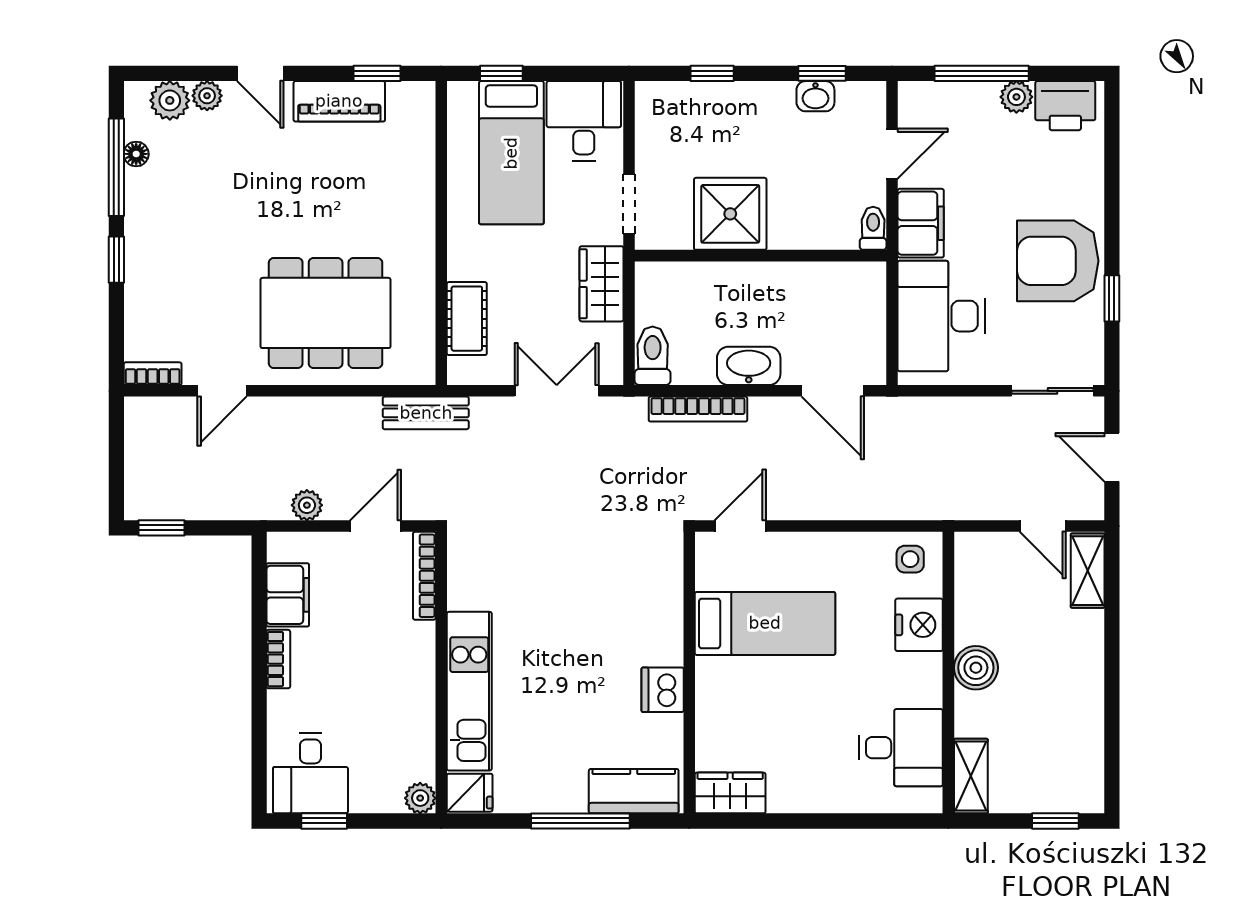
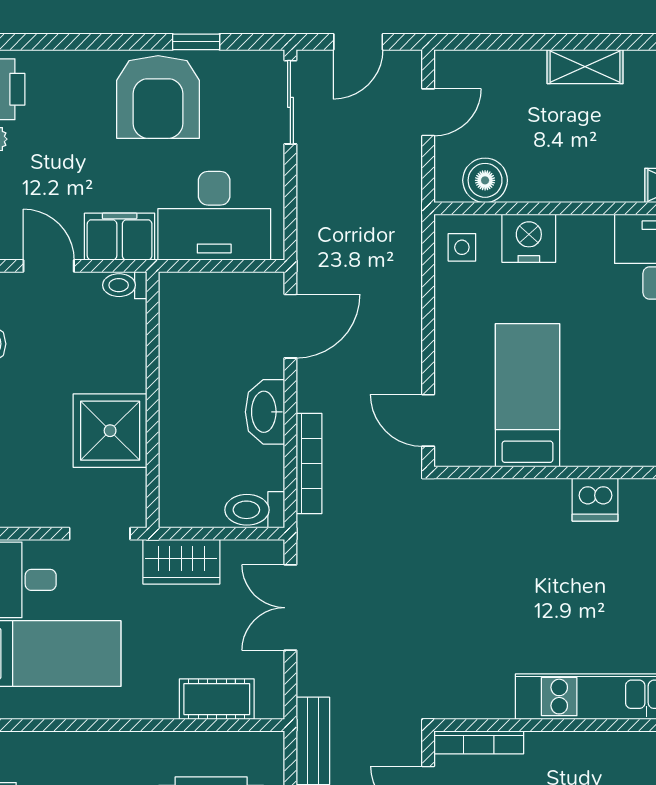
shelving: (1088, 571) -> (585, 67), moved
boiler: (976, 668) -> (485, 180), moved

